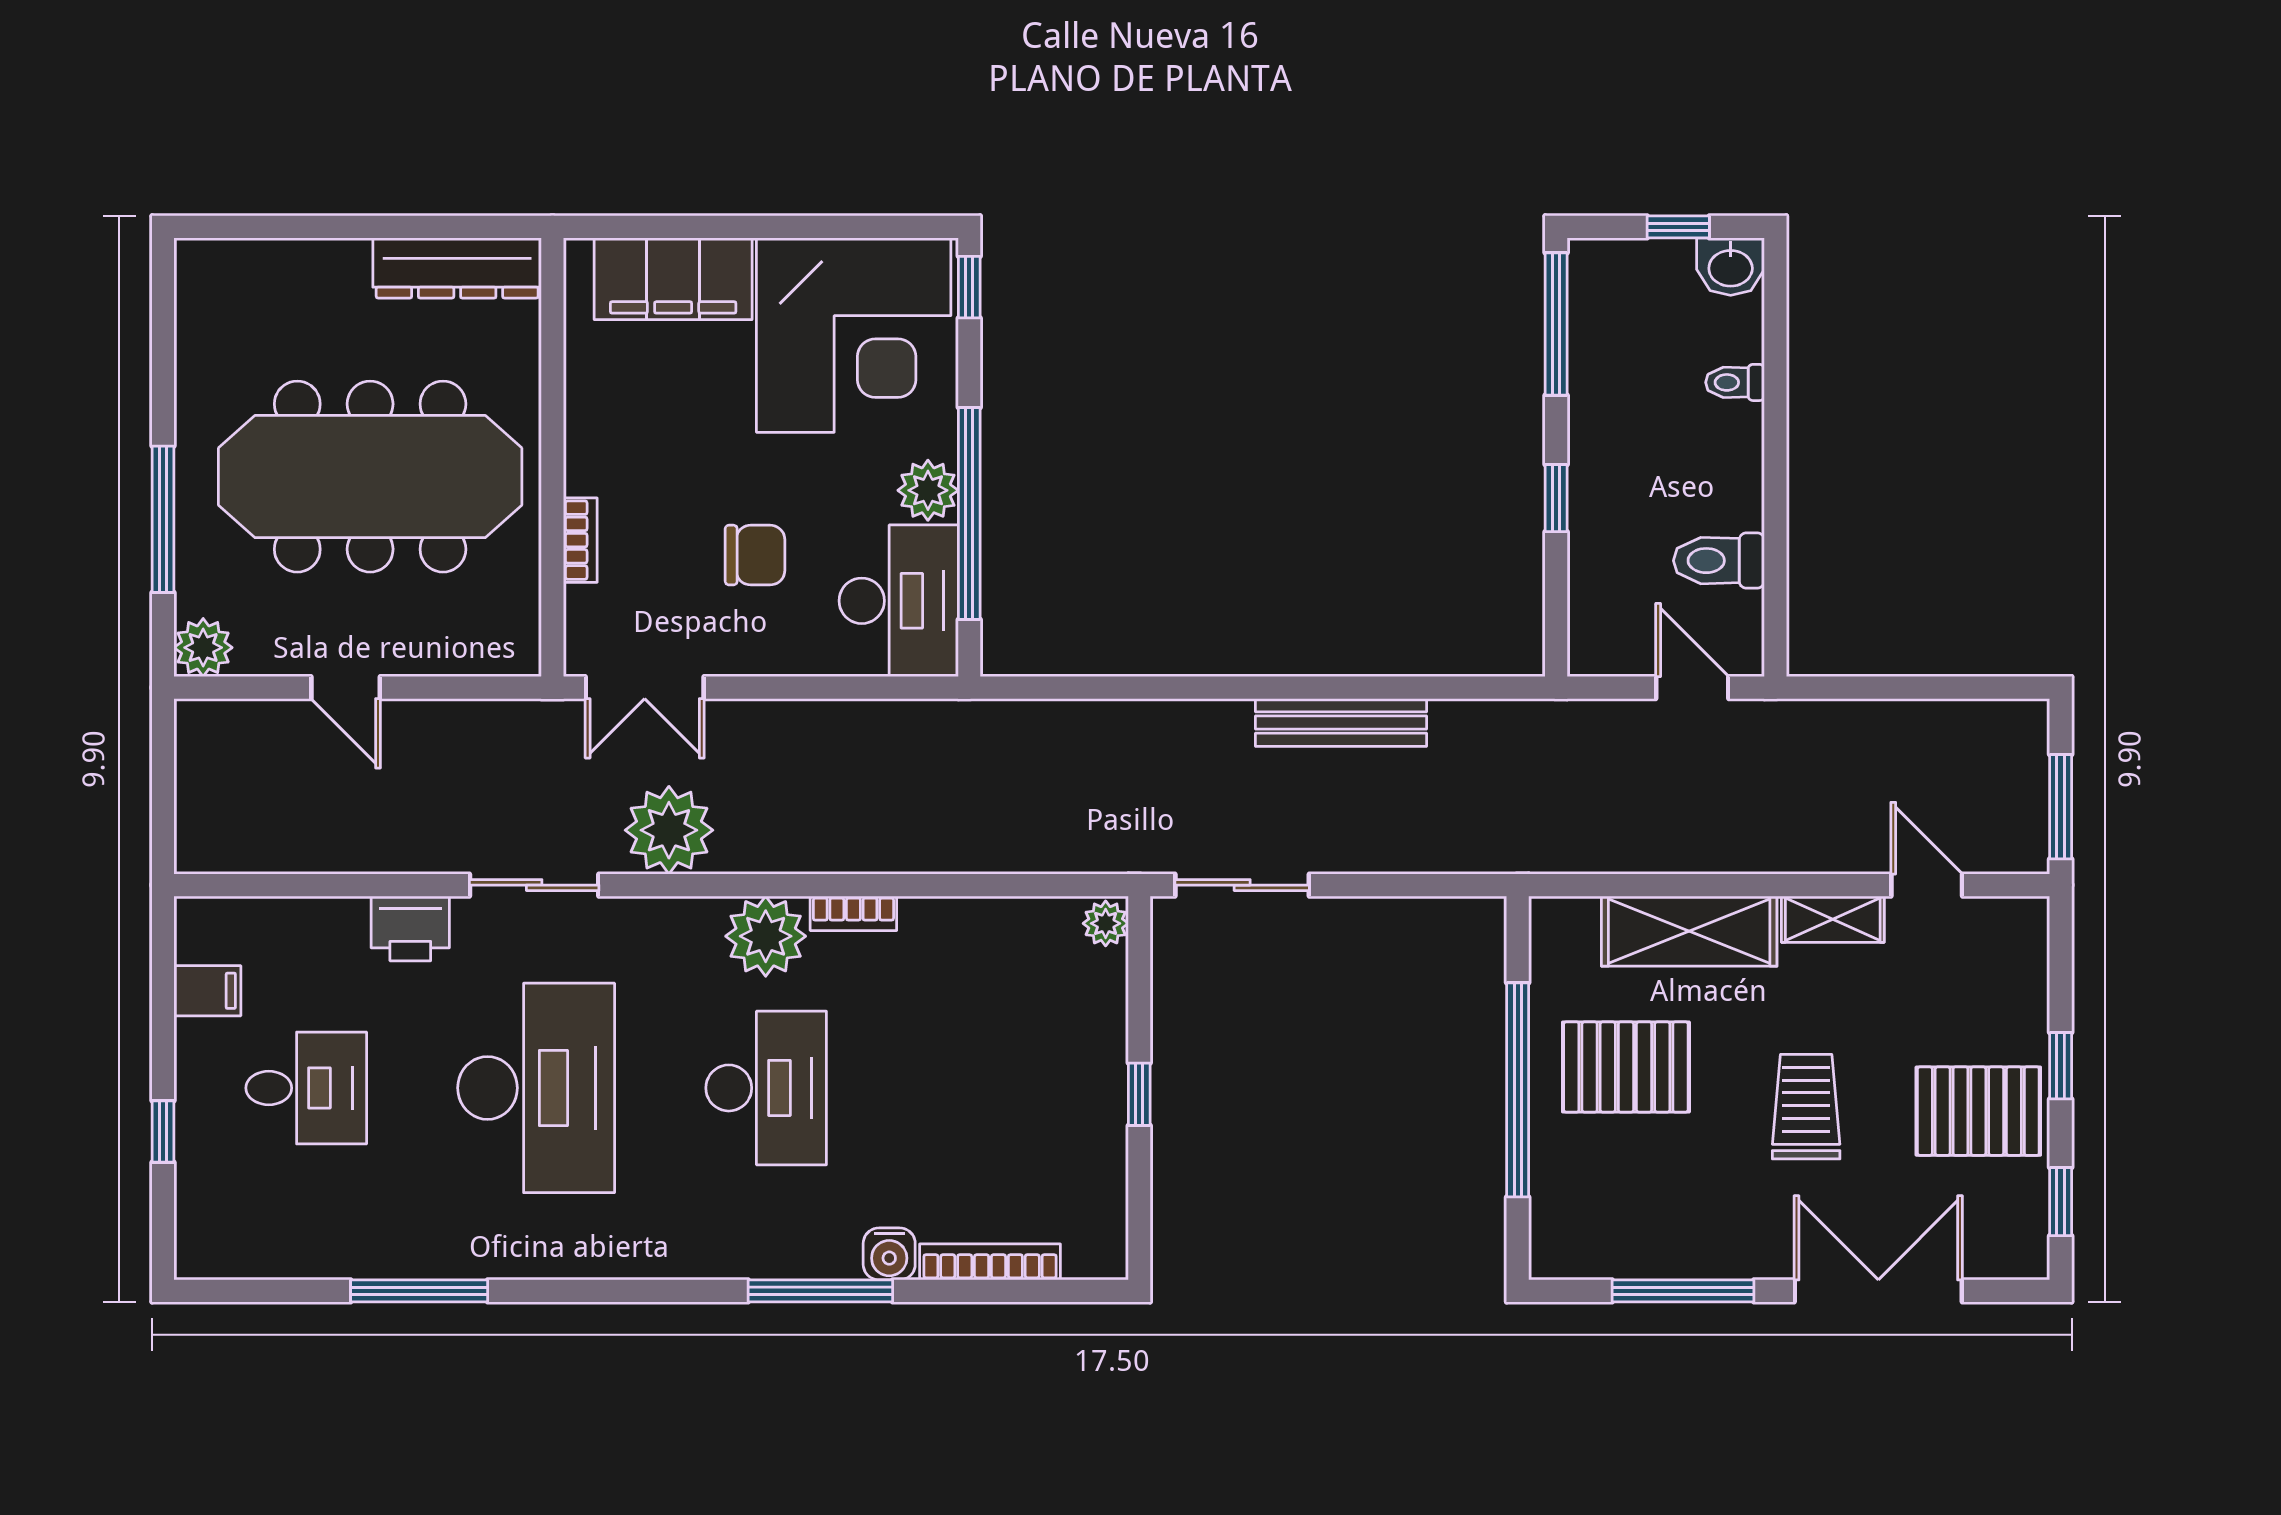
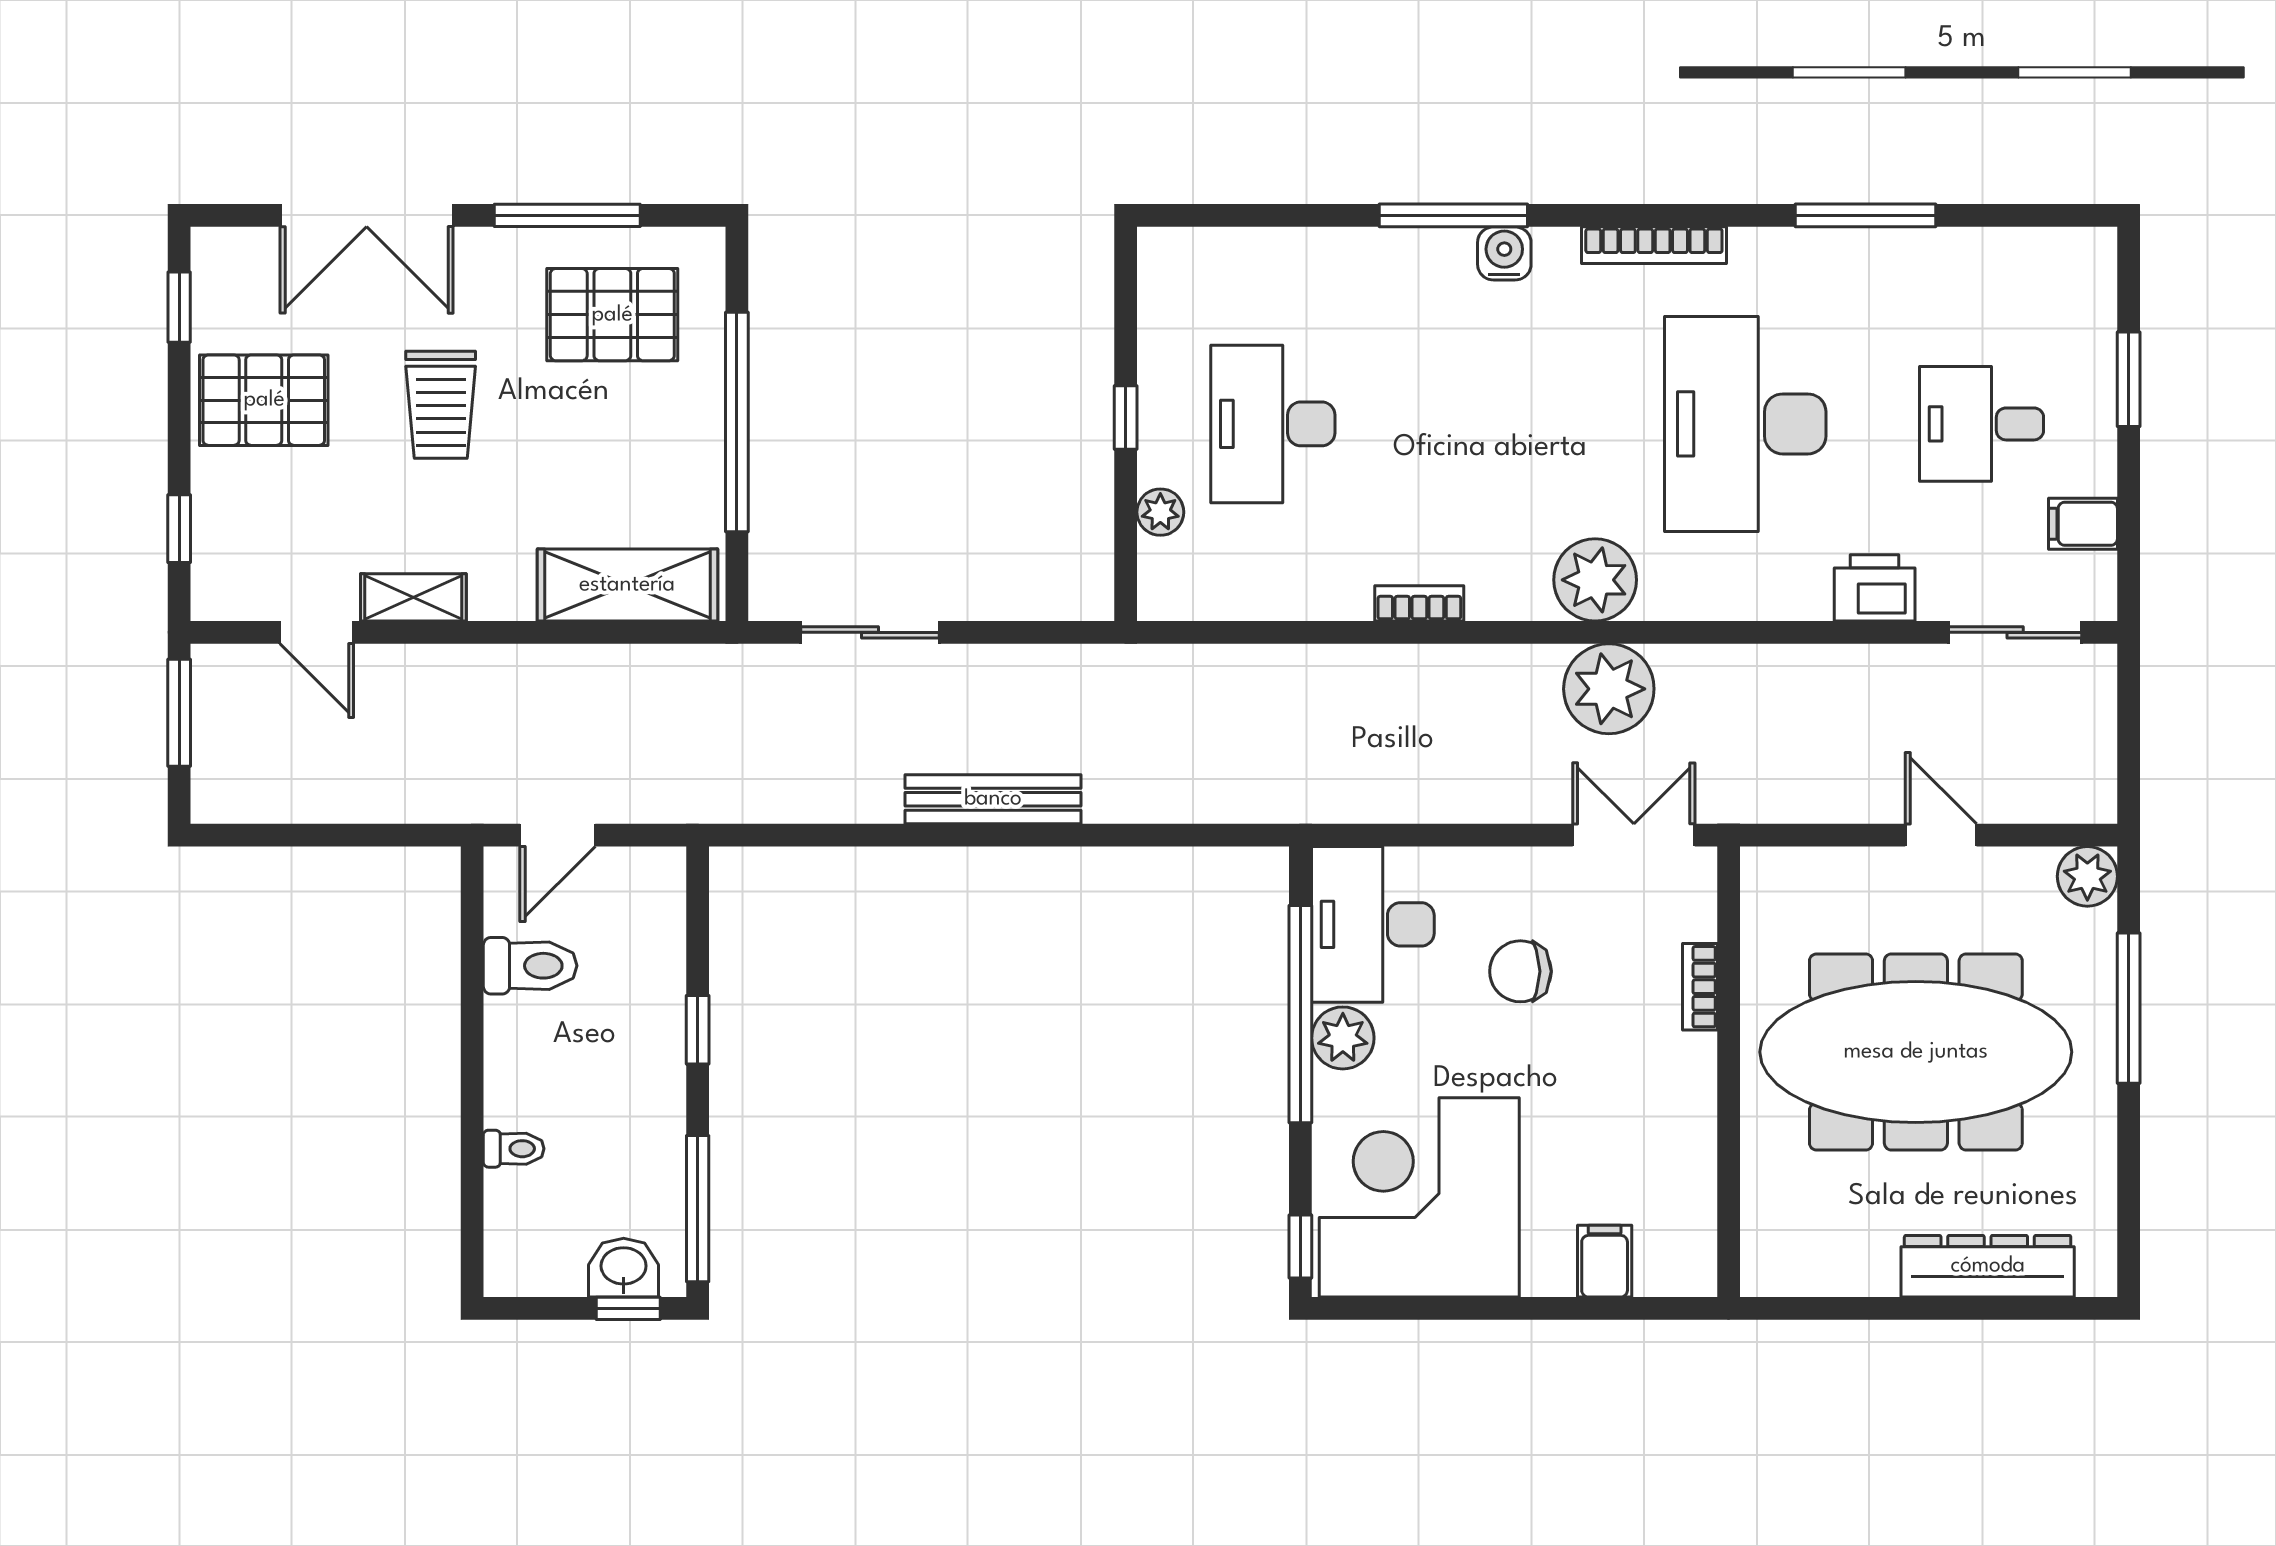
window: (1678, 227) -> (628, 1308), moved
washbasin: (1731, 267) -> (624, 1268), moved
dresser: (457, 268) -> (1988, 1266), moved
filing cabinet: (673, 279) -> (1605, 1261), width x0.33, depth x0.86
door: (1692, 688) -> (558, 835), hinge flipped
bench: (1341, 723) -> (993, 799), moved
sliding door: (534, 885) -> (2015, 632), moved
sliding door: (1242, 885) -> (870, 632), moved
plant: (1106, 923) -> (1160, 512), moved
shelving: (1689, 931) -> (627, 585), moved
plant: (766, 936) -> (1595, 580), moved
window: (2061, 1066) -> (179, 529), moved
pallet: (1626, 1067) -> (612, 315), moved
desk: (766, 1088) -> (1273, 424), moved
window: (163, 1131) -> (2129, 379), width x1.50
water cooler: (889, 1254) -> (1504, 253), moved
bookcase: (990, 1262) -> (1654, 245), moved

